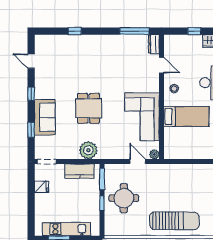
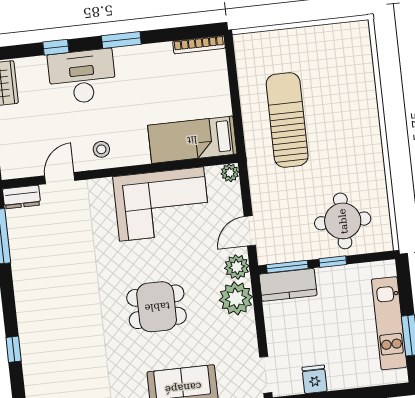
bed: (186, 116) -> (192, 140), moved, turned -90
plant: (105, 153) -> (237, 267), added
door: (138, 161) -> (250, 231), moved
kitchen counter: (80, 171) -> (288, 285), moved, turned 90
round table: (124, 198) -> (343, 221), moved
sun lounger: (174, 221) -> (287, 120), moved

